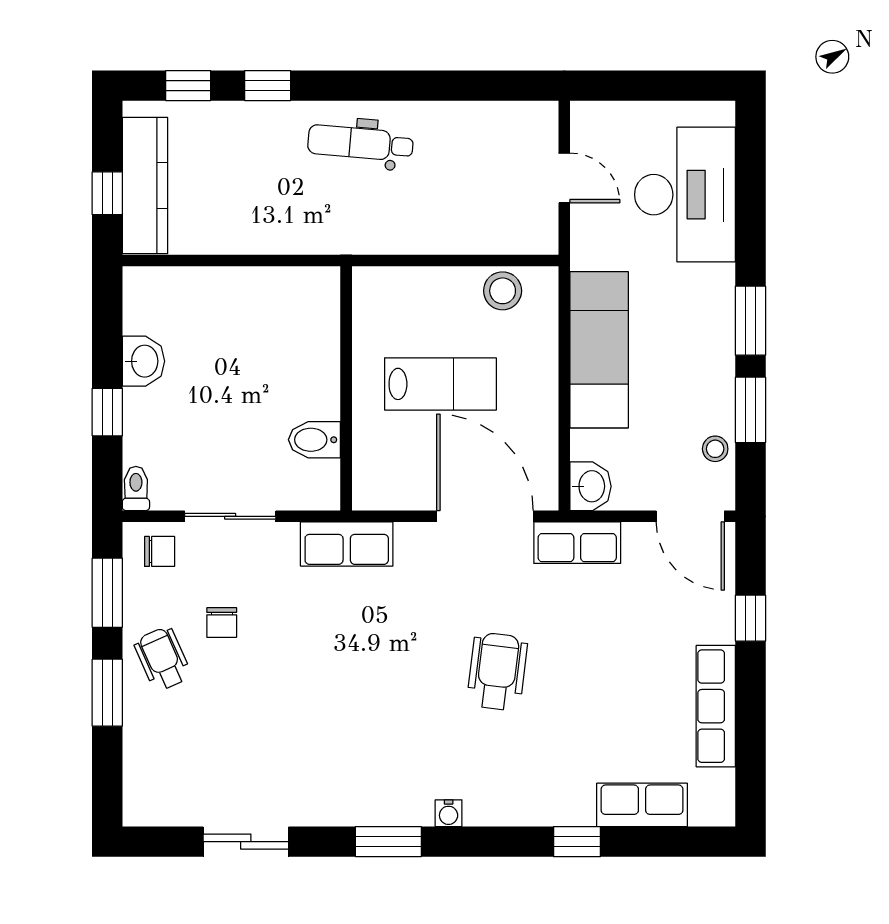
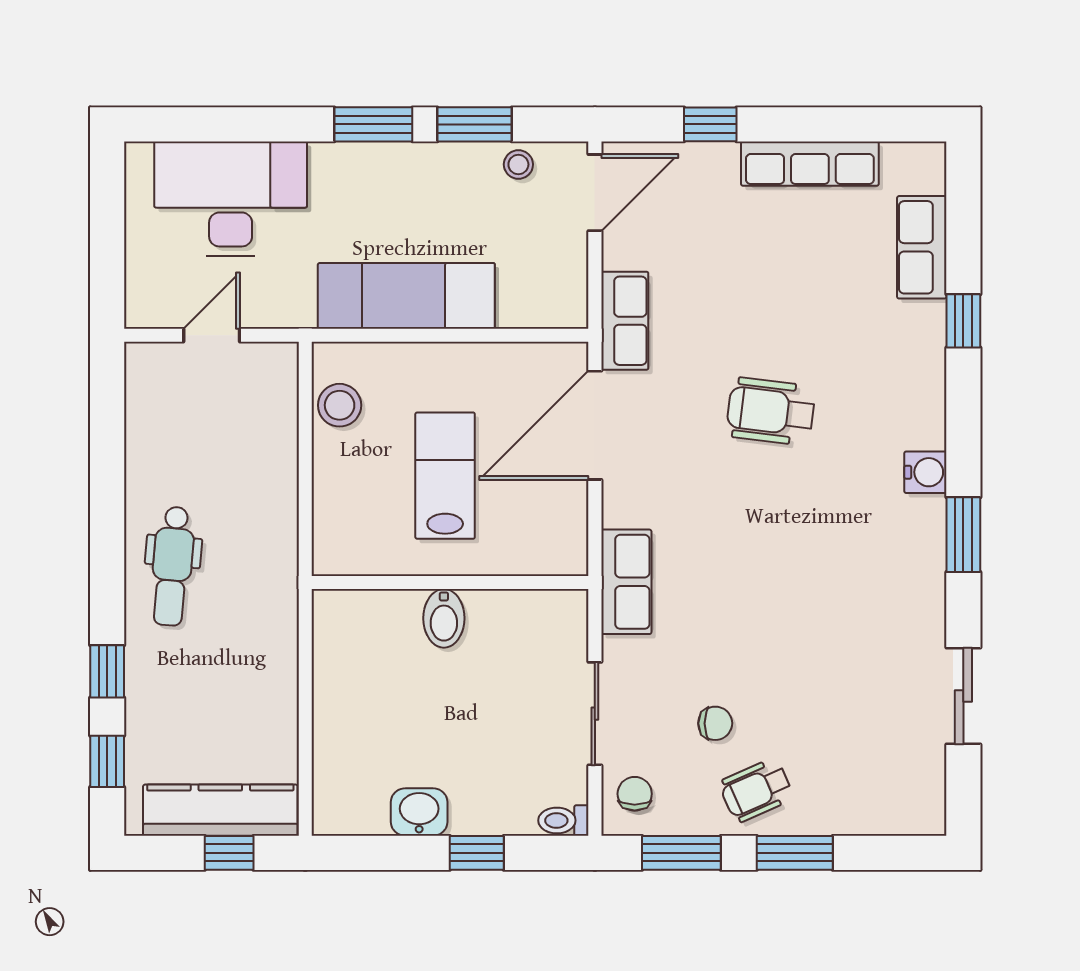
bidet: (314, 440) -> (444, 618), moved
washbasin: (591, 486) -> (561, 306), removed
water cooler: (449, 813) -> (925, 472), width x1.38, depth x1.38

